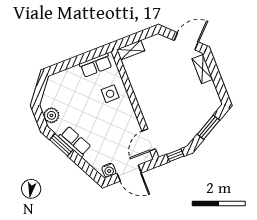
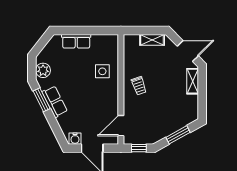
shelving: (131, 50) -> (152, 40), moved
row of seats: (96, 65) -> (76, 41), moved
trolley: (151, 94) -> (139, 86), added

